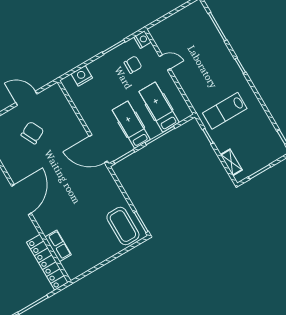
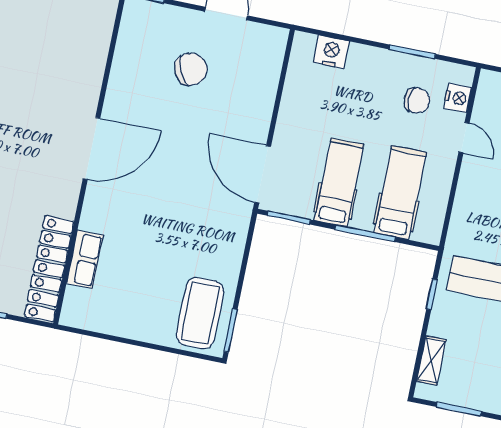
nightstand: (143, 39) -> (458, 98), moved

